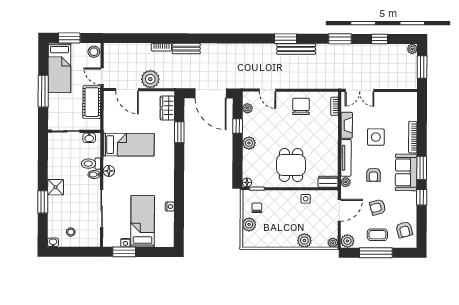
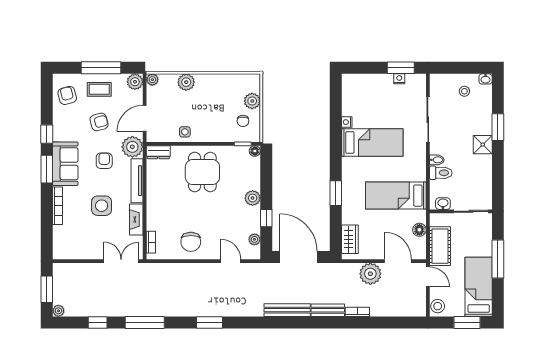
window: (340, 39) -> (145, 322), width x1.44
bench: (296, 49) -> (287, 310), moved
window: (179, 132) -> (336, 193), moved
floor lamp: (109, 171) -> (419, 230), moved
plant: (346, 182) -> (132, 147), width x1.88, depth x1.88
bed: (143, 221) -> (372, 142), moved, turned -90

